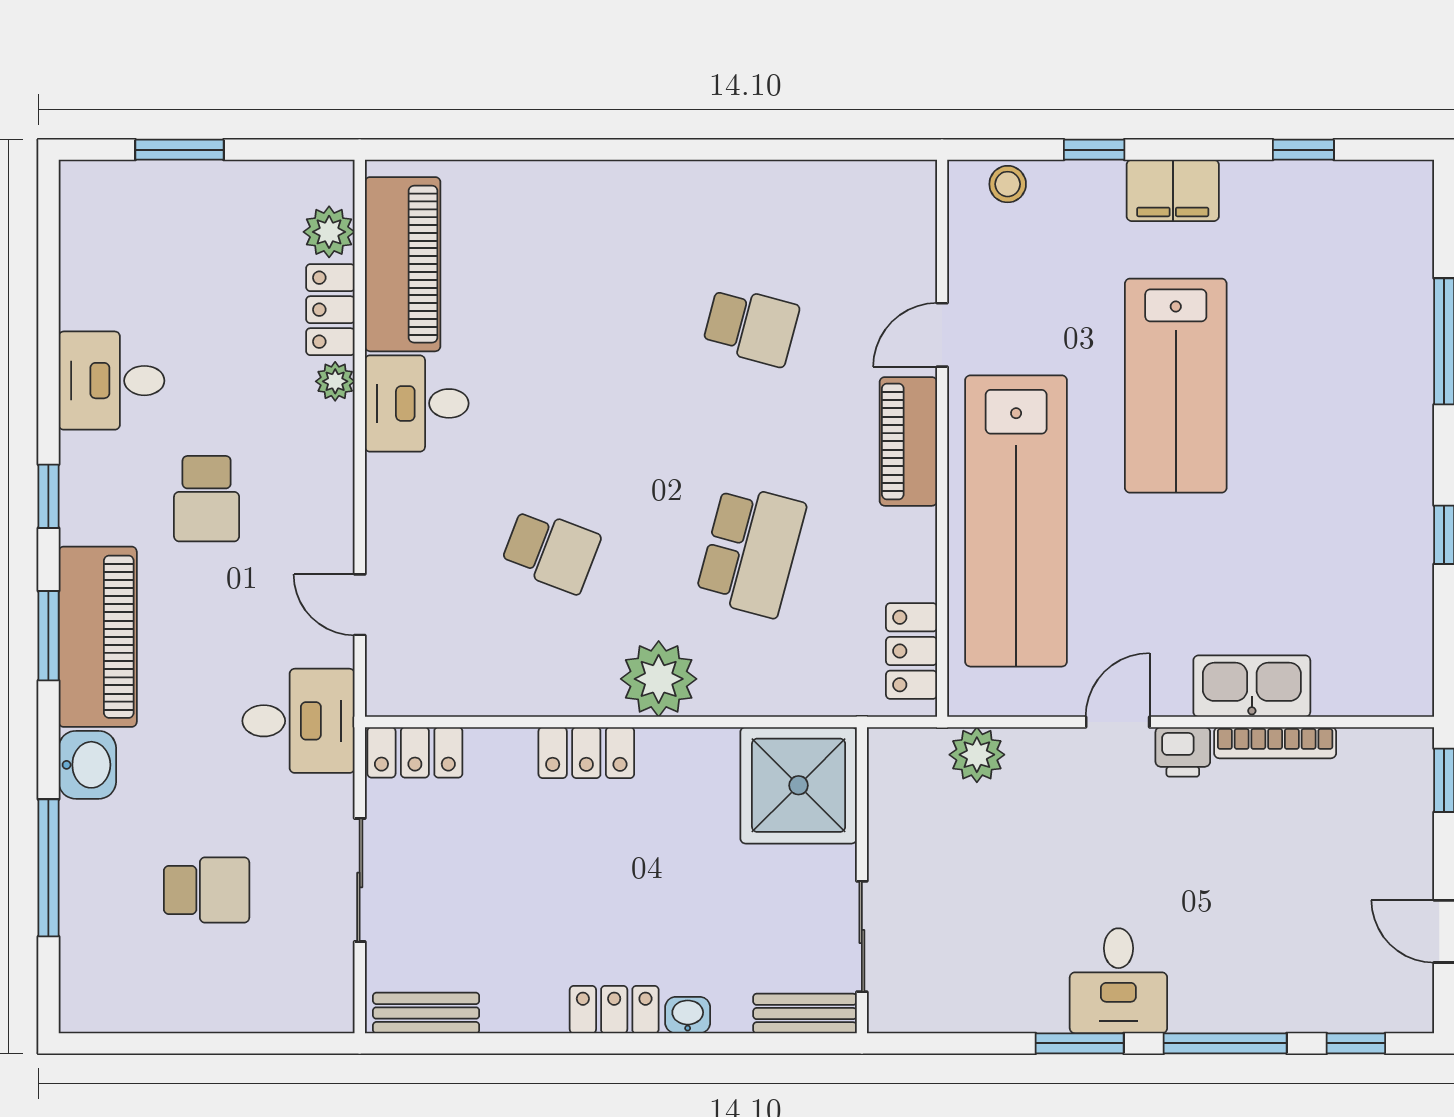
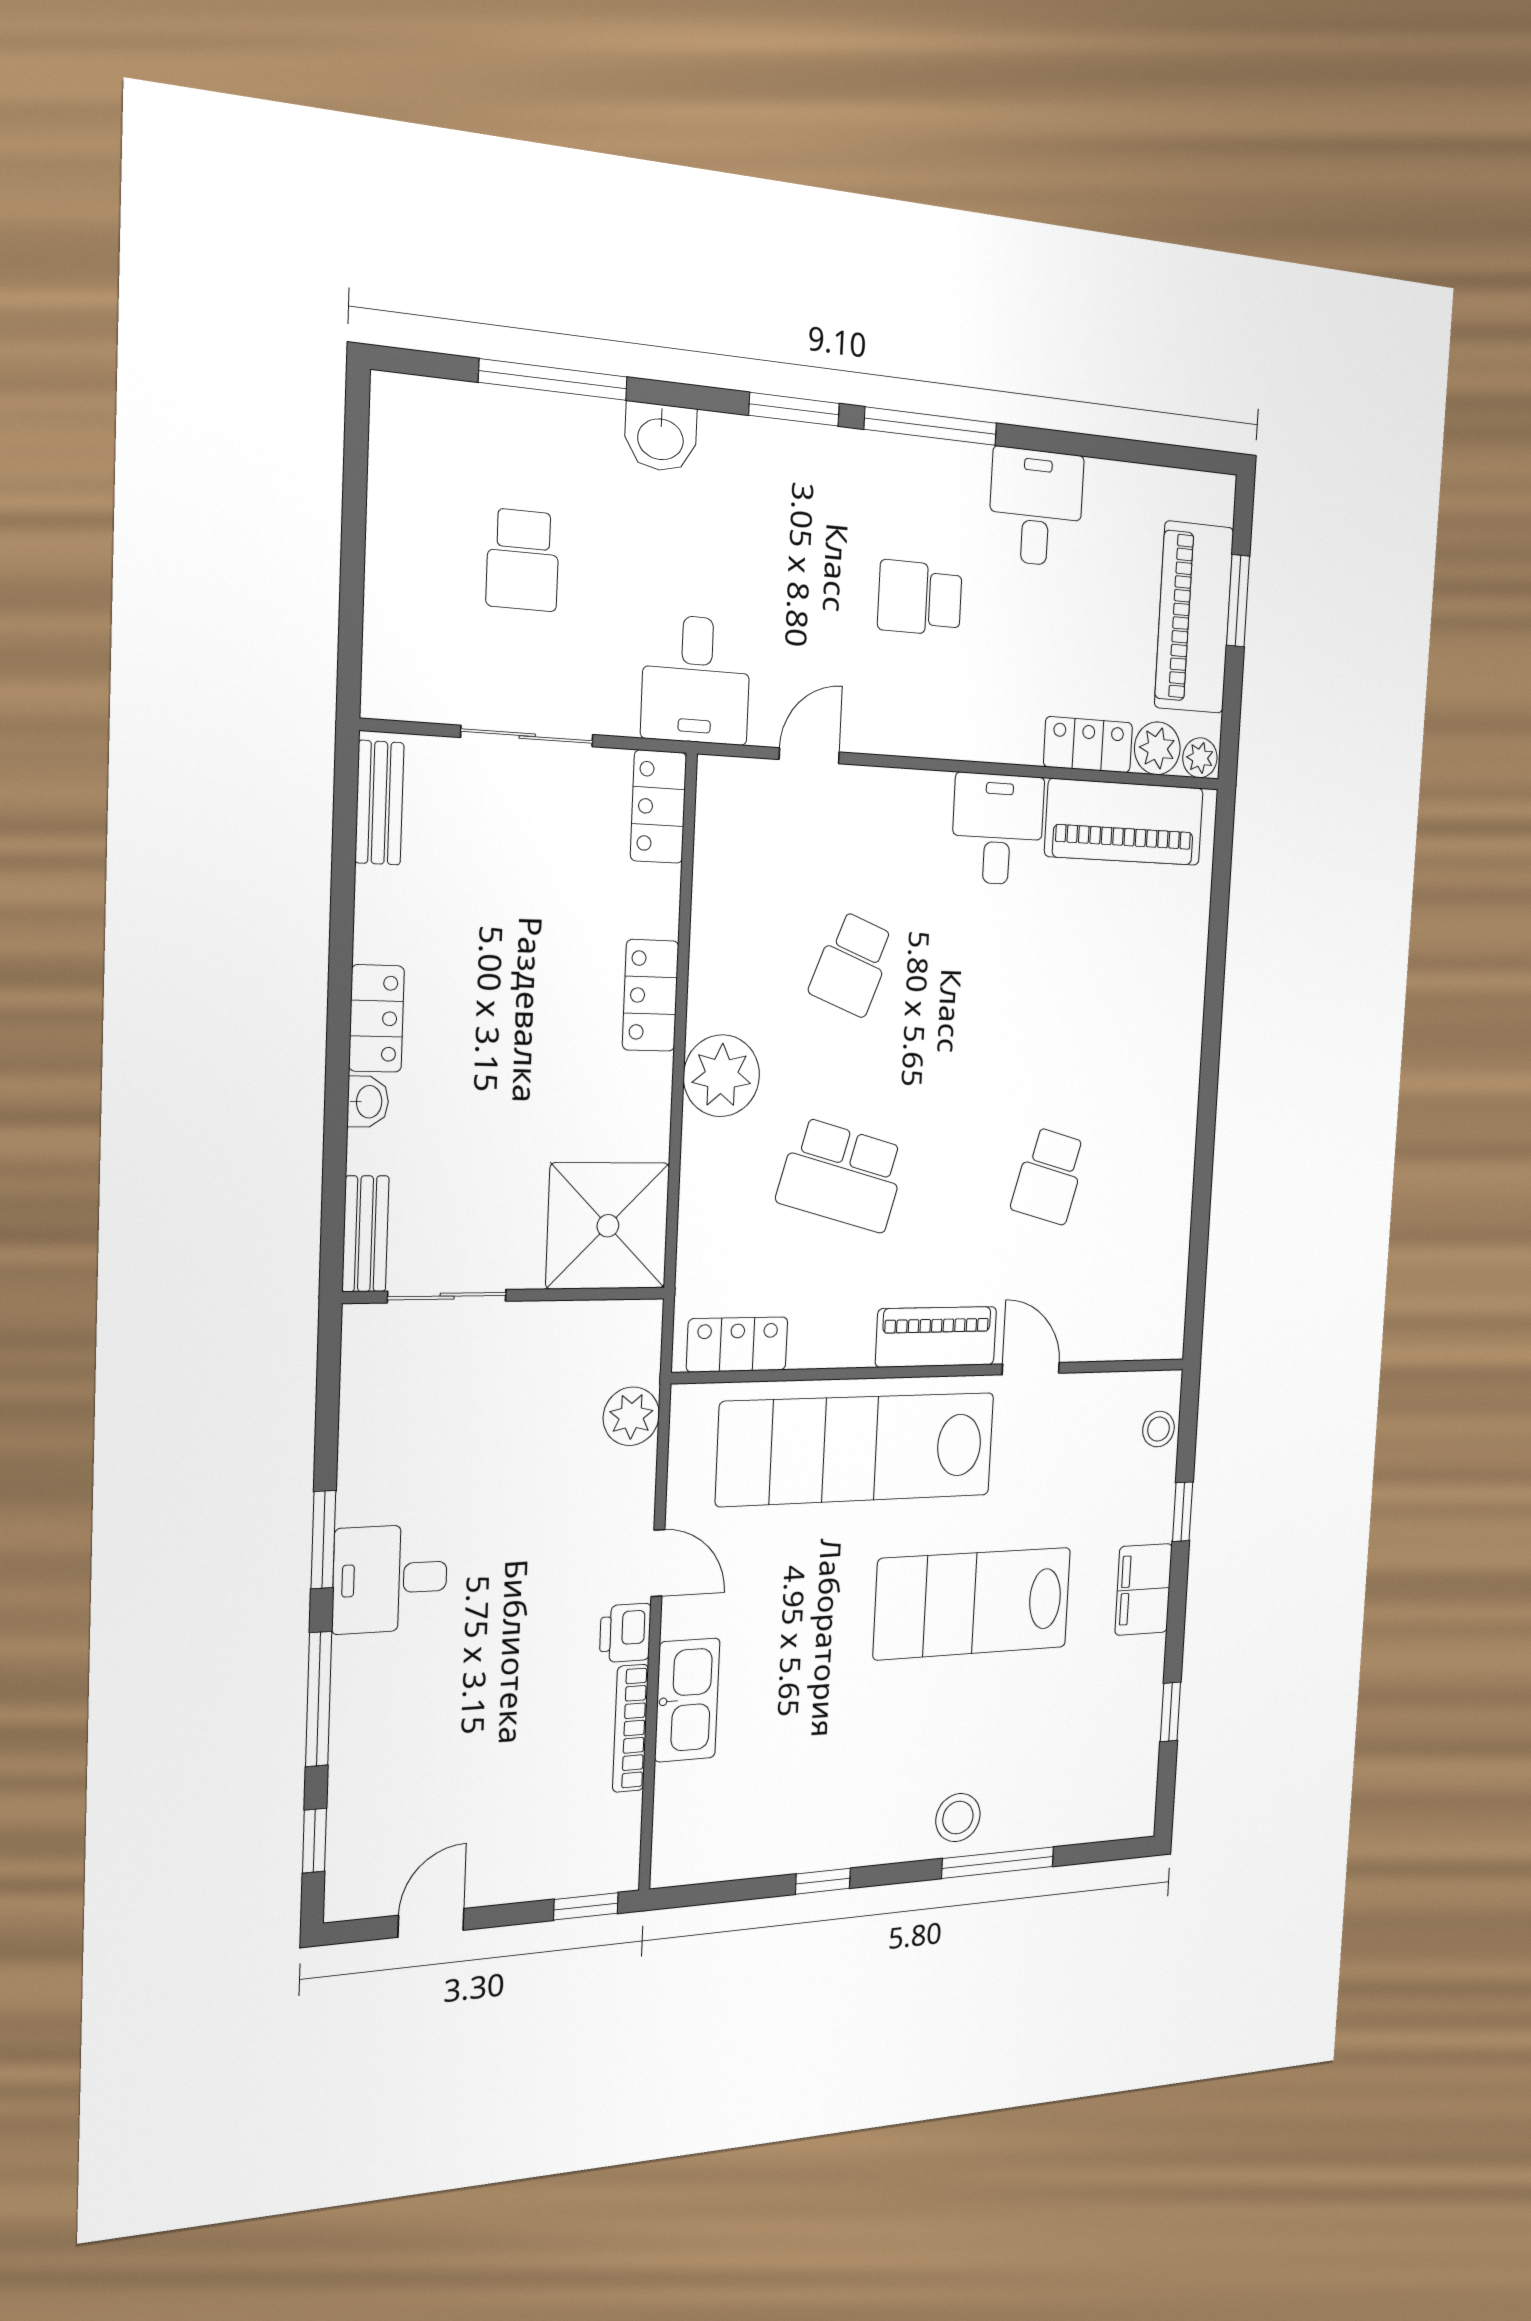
plant: (335, 381) -> (1200, 758), moved
stool: (1393, 390) -> (958, 1818), added
window: (48, 496) -> (931, 426), width x2.17
piano: (98, 637) -> (1194, 618), moved, turned 90

